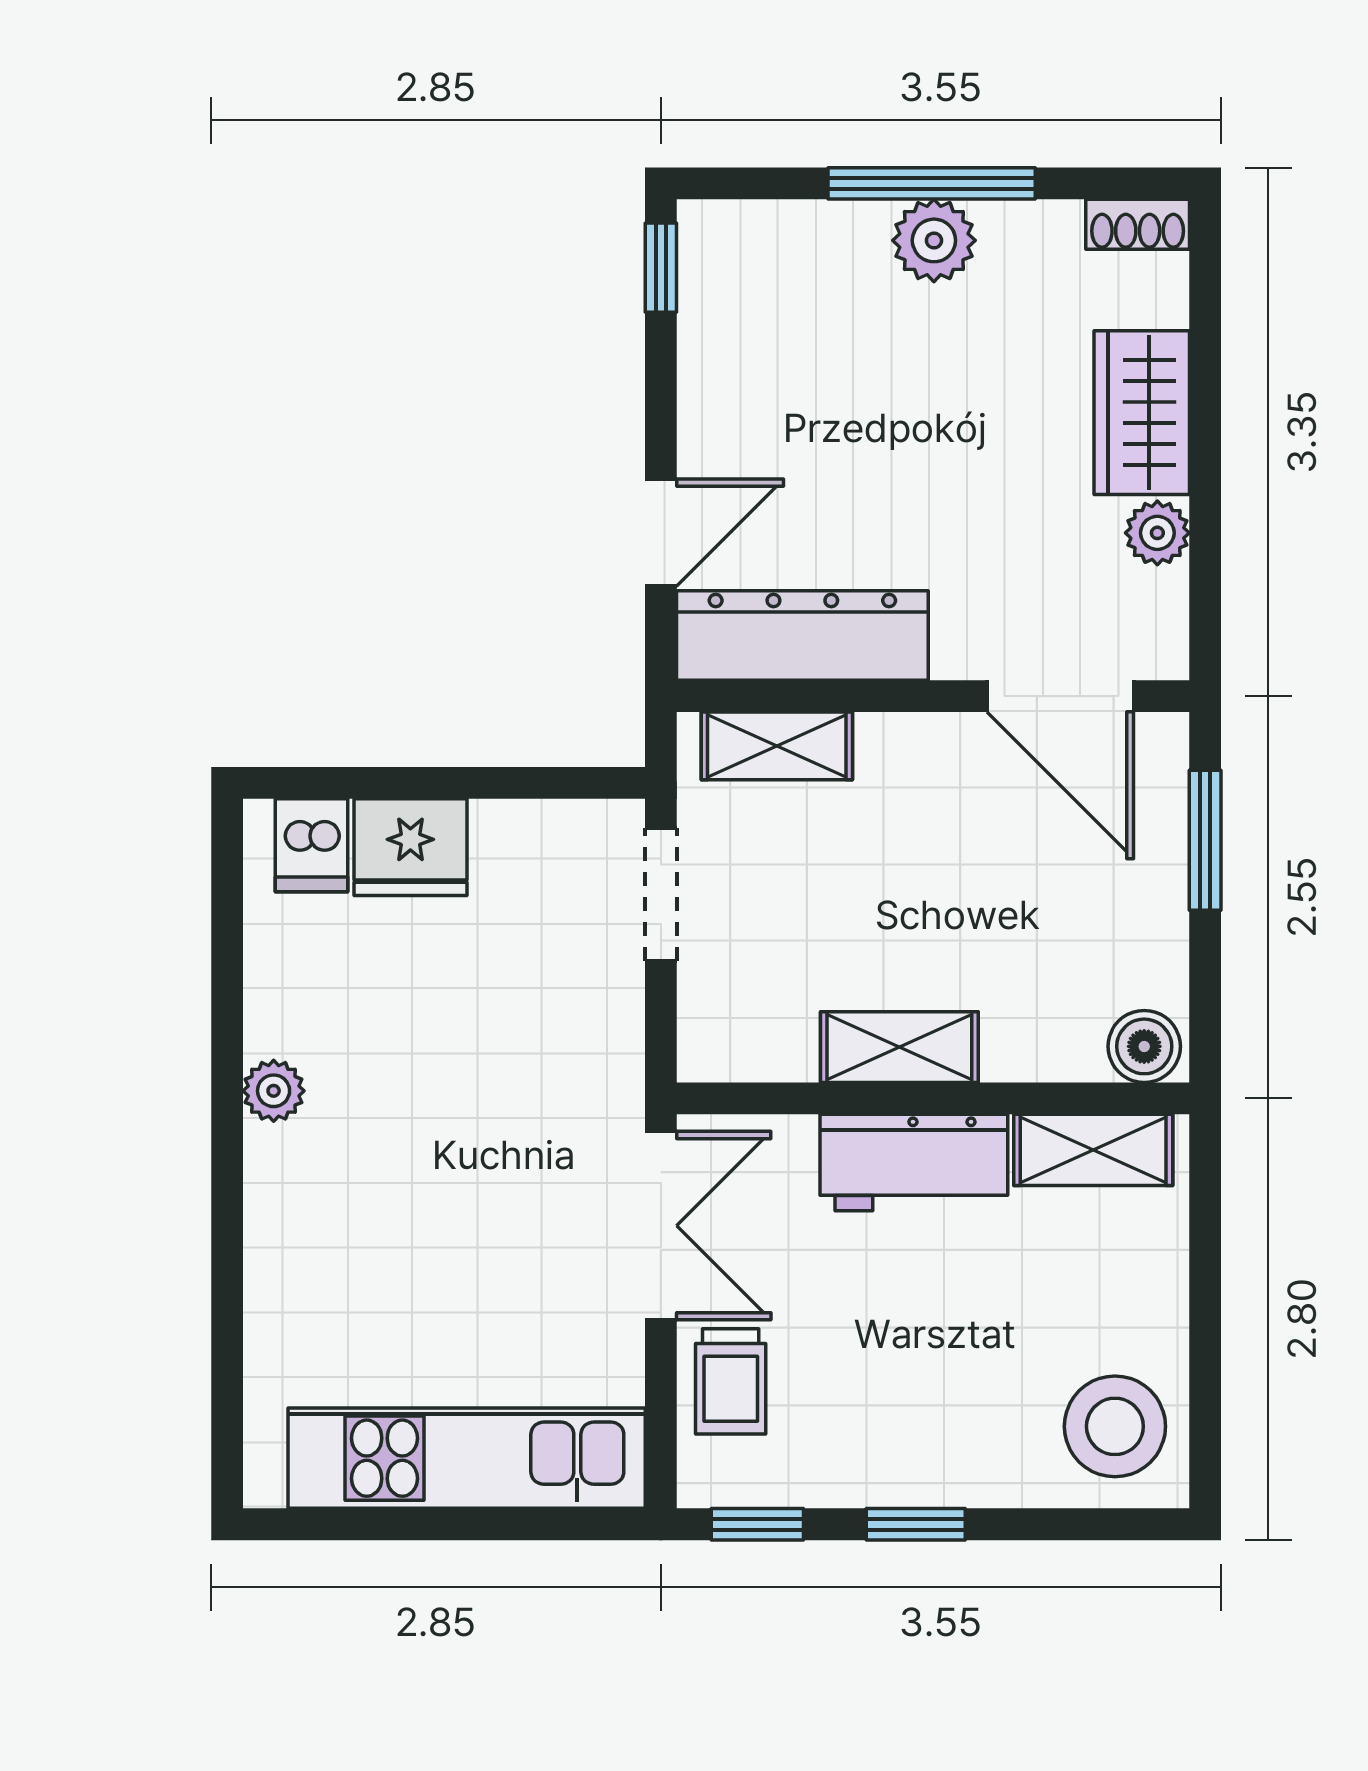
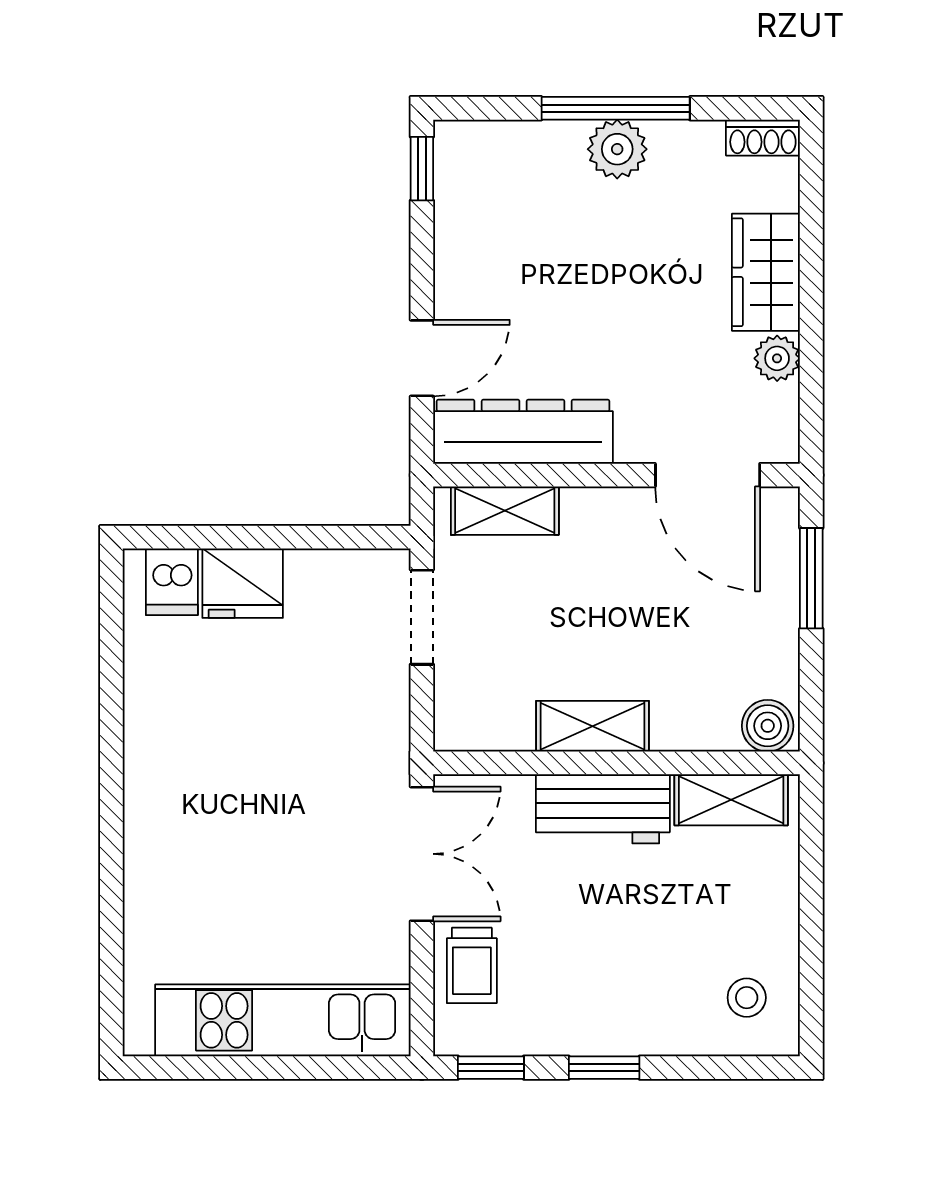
plant: (274, 1091) -> (145, 758), removed
stool: (1115, 1426) -> (747, 998), width x0.53, depth x0.53

